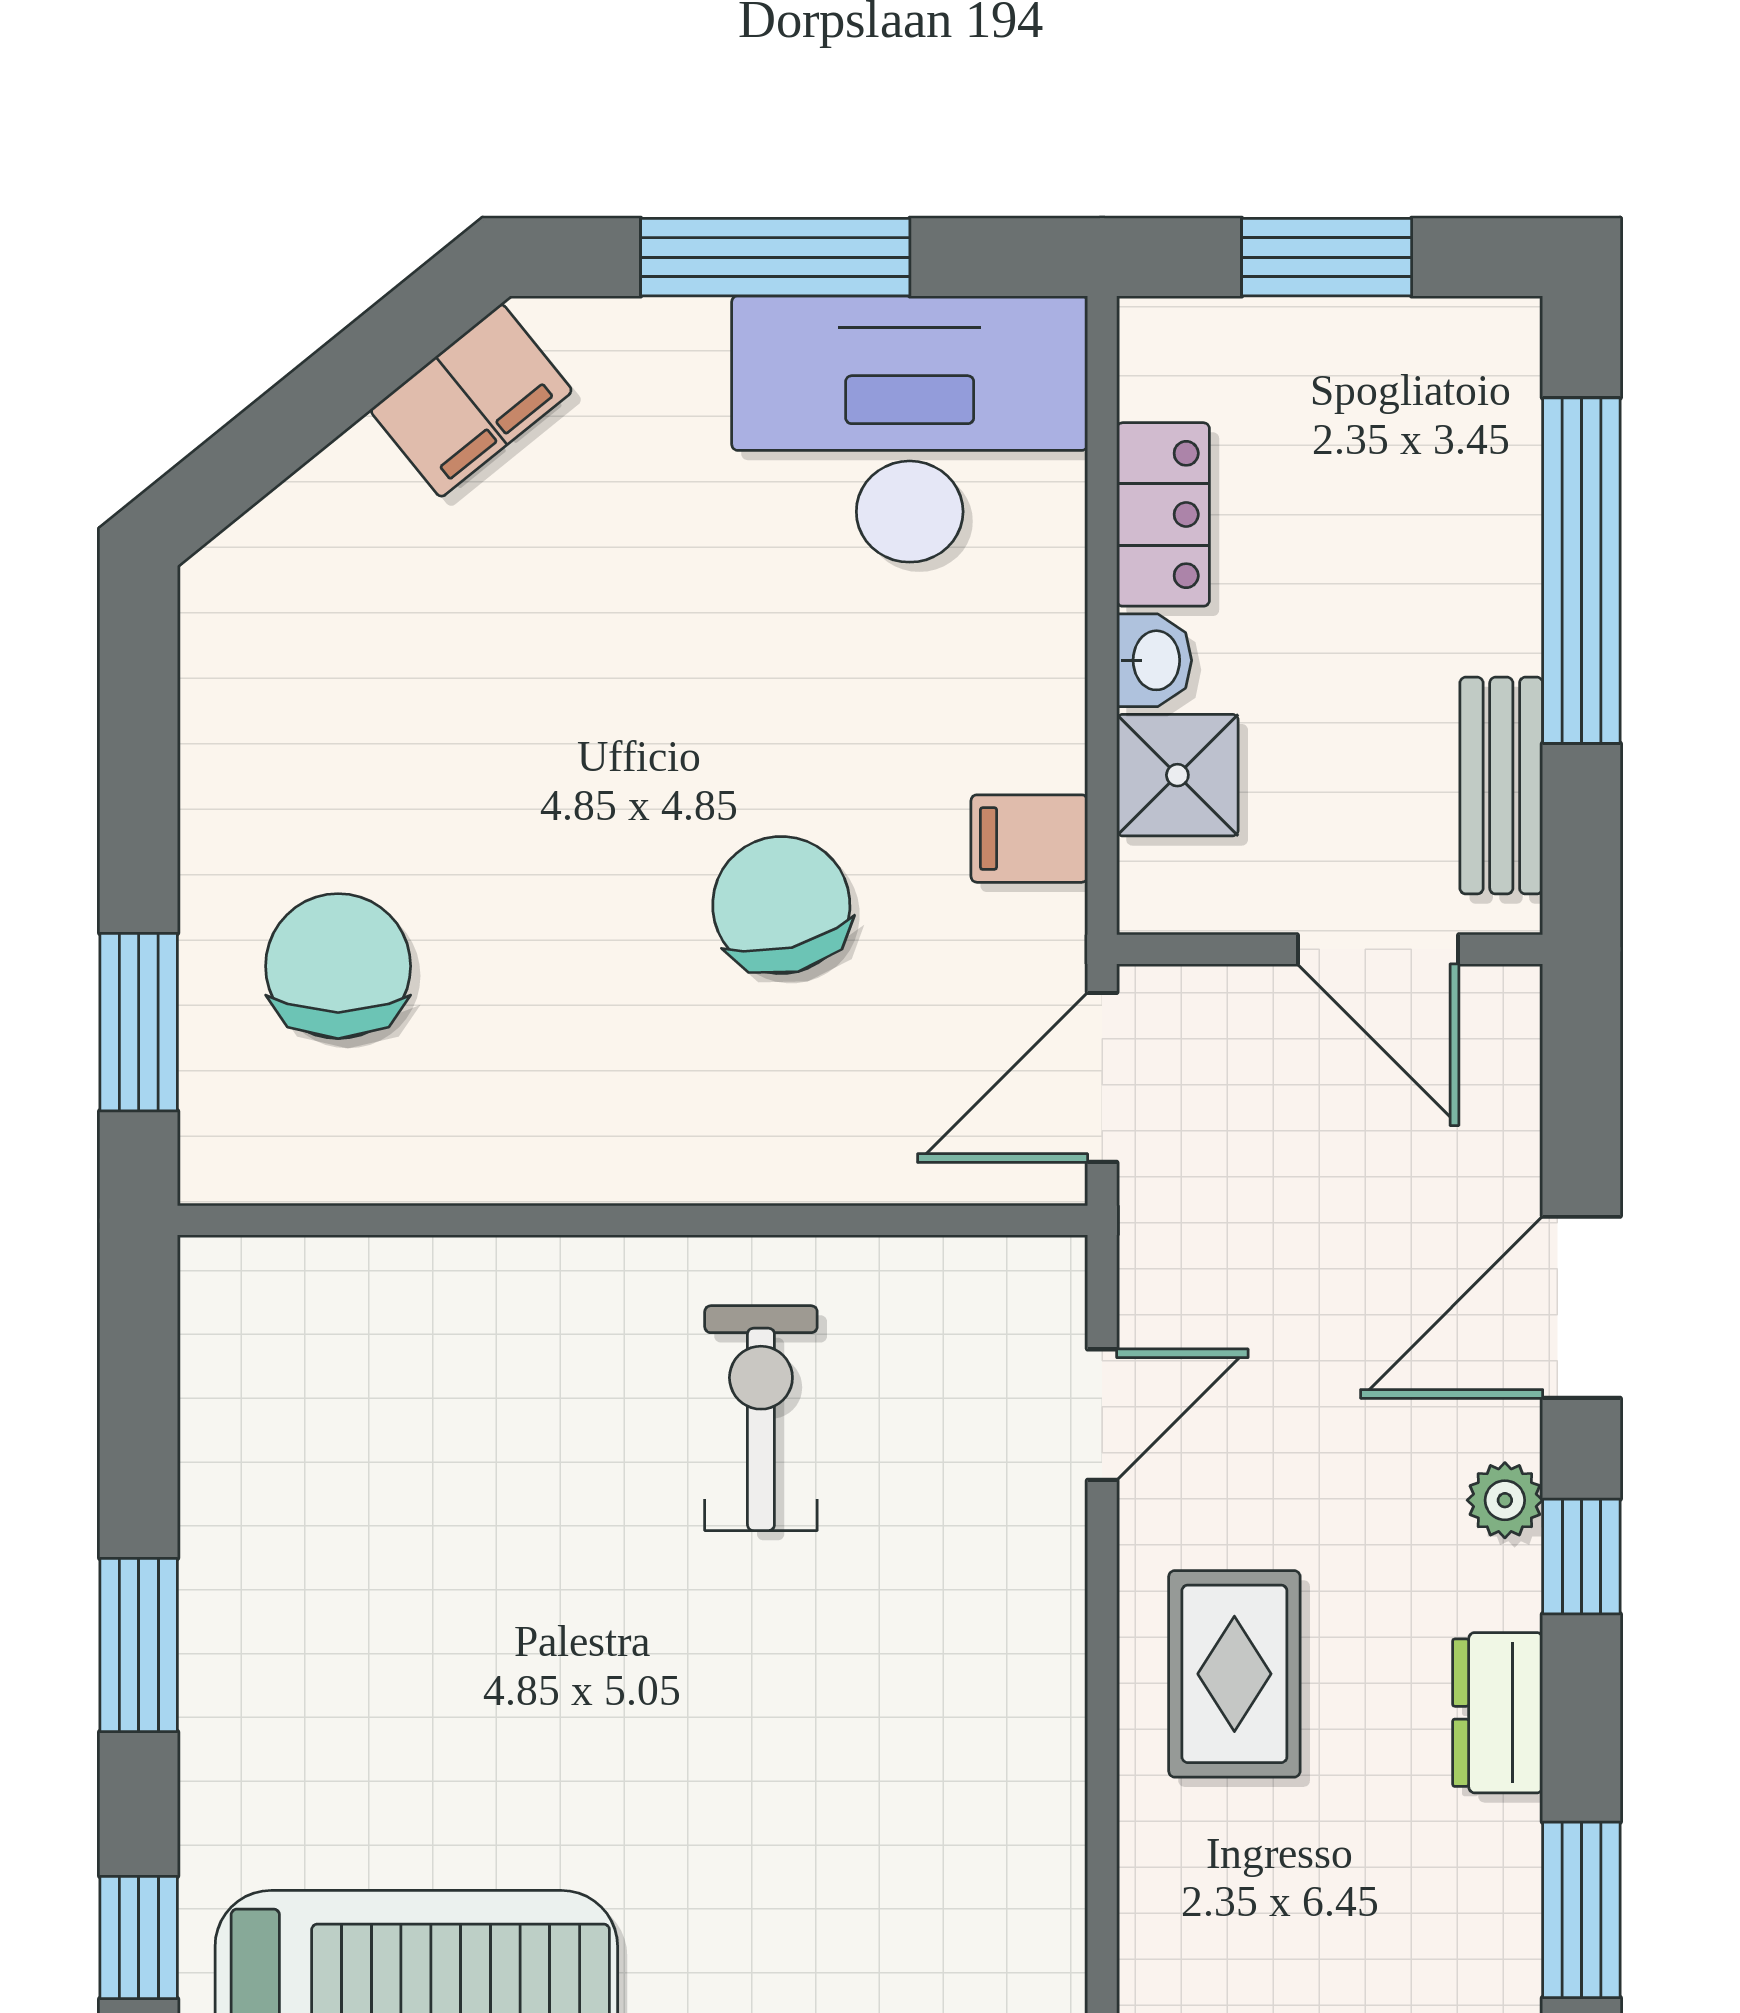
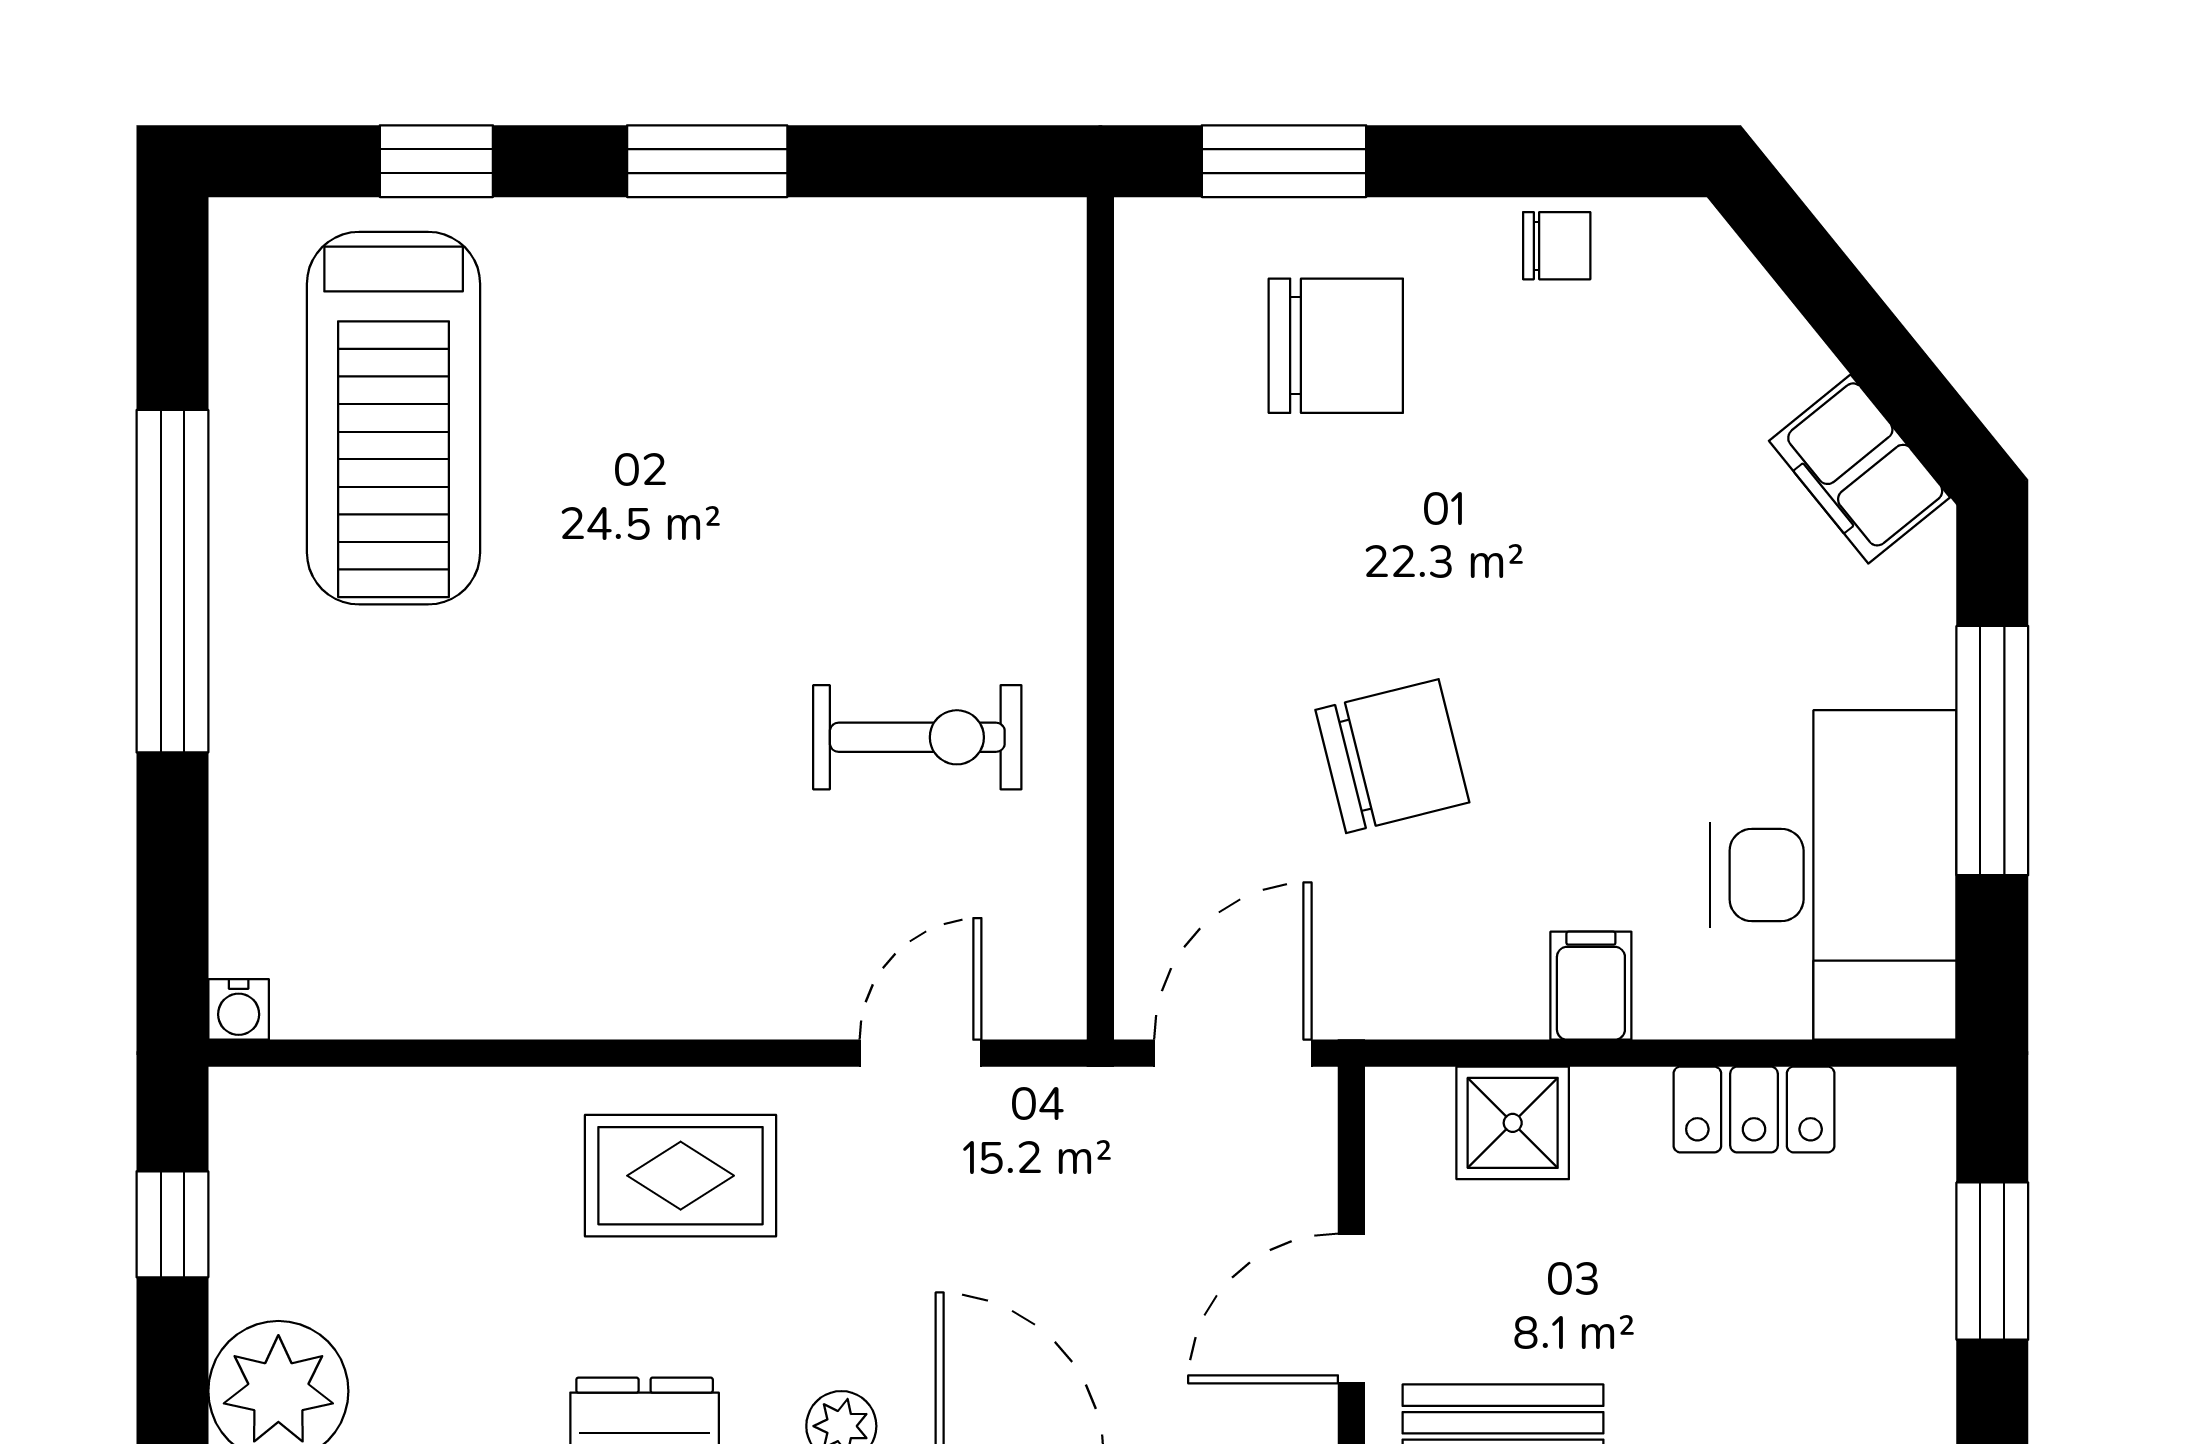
washbasin: (1154, 660) -> (1619, 1101), removed
chair: (230, 728) -> (1557, 246), added
filing cabinet: (1029, 839) -> (1591, 986), moved
door: (1102, 1077) -> (1233, 1053), hinge flipped
door: (1102, 1415) -> (921, 1053), swing flipped

